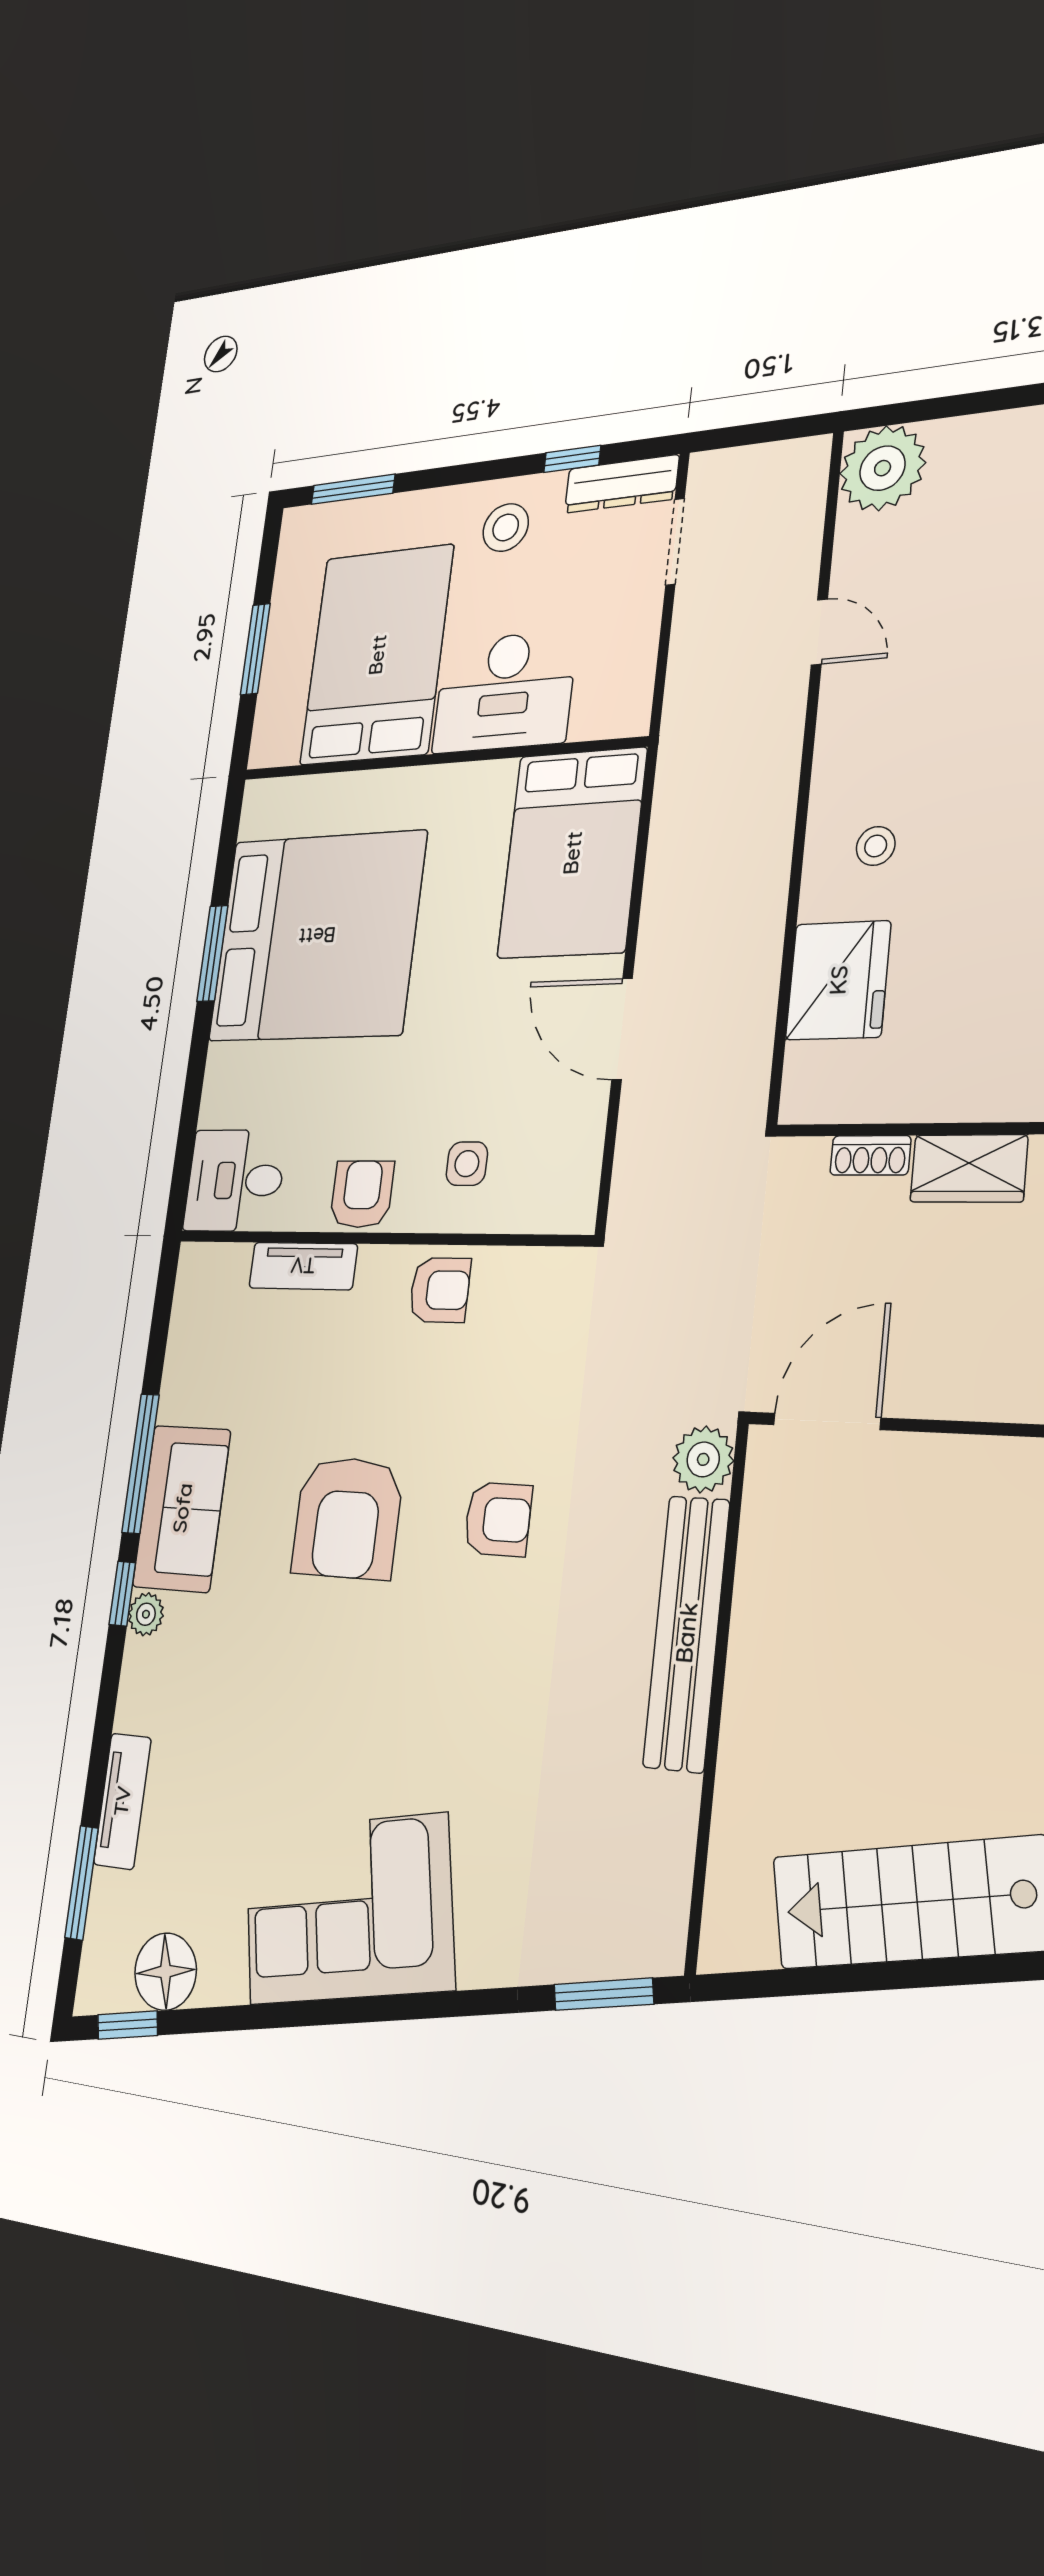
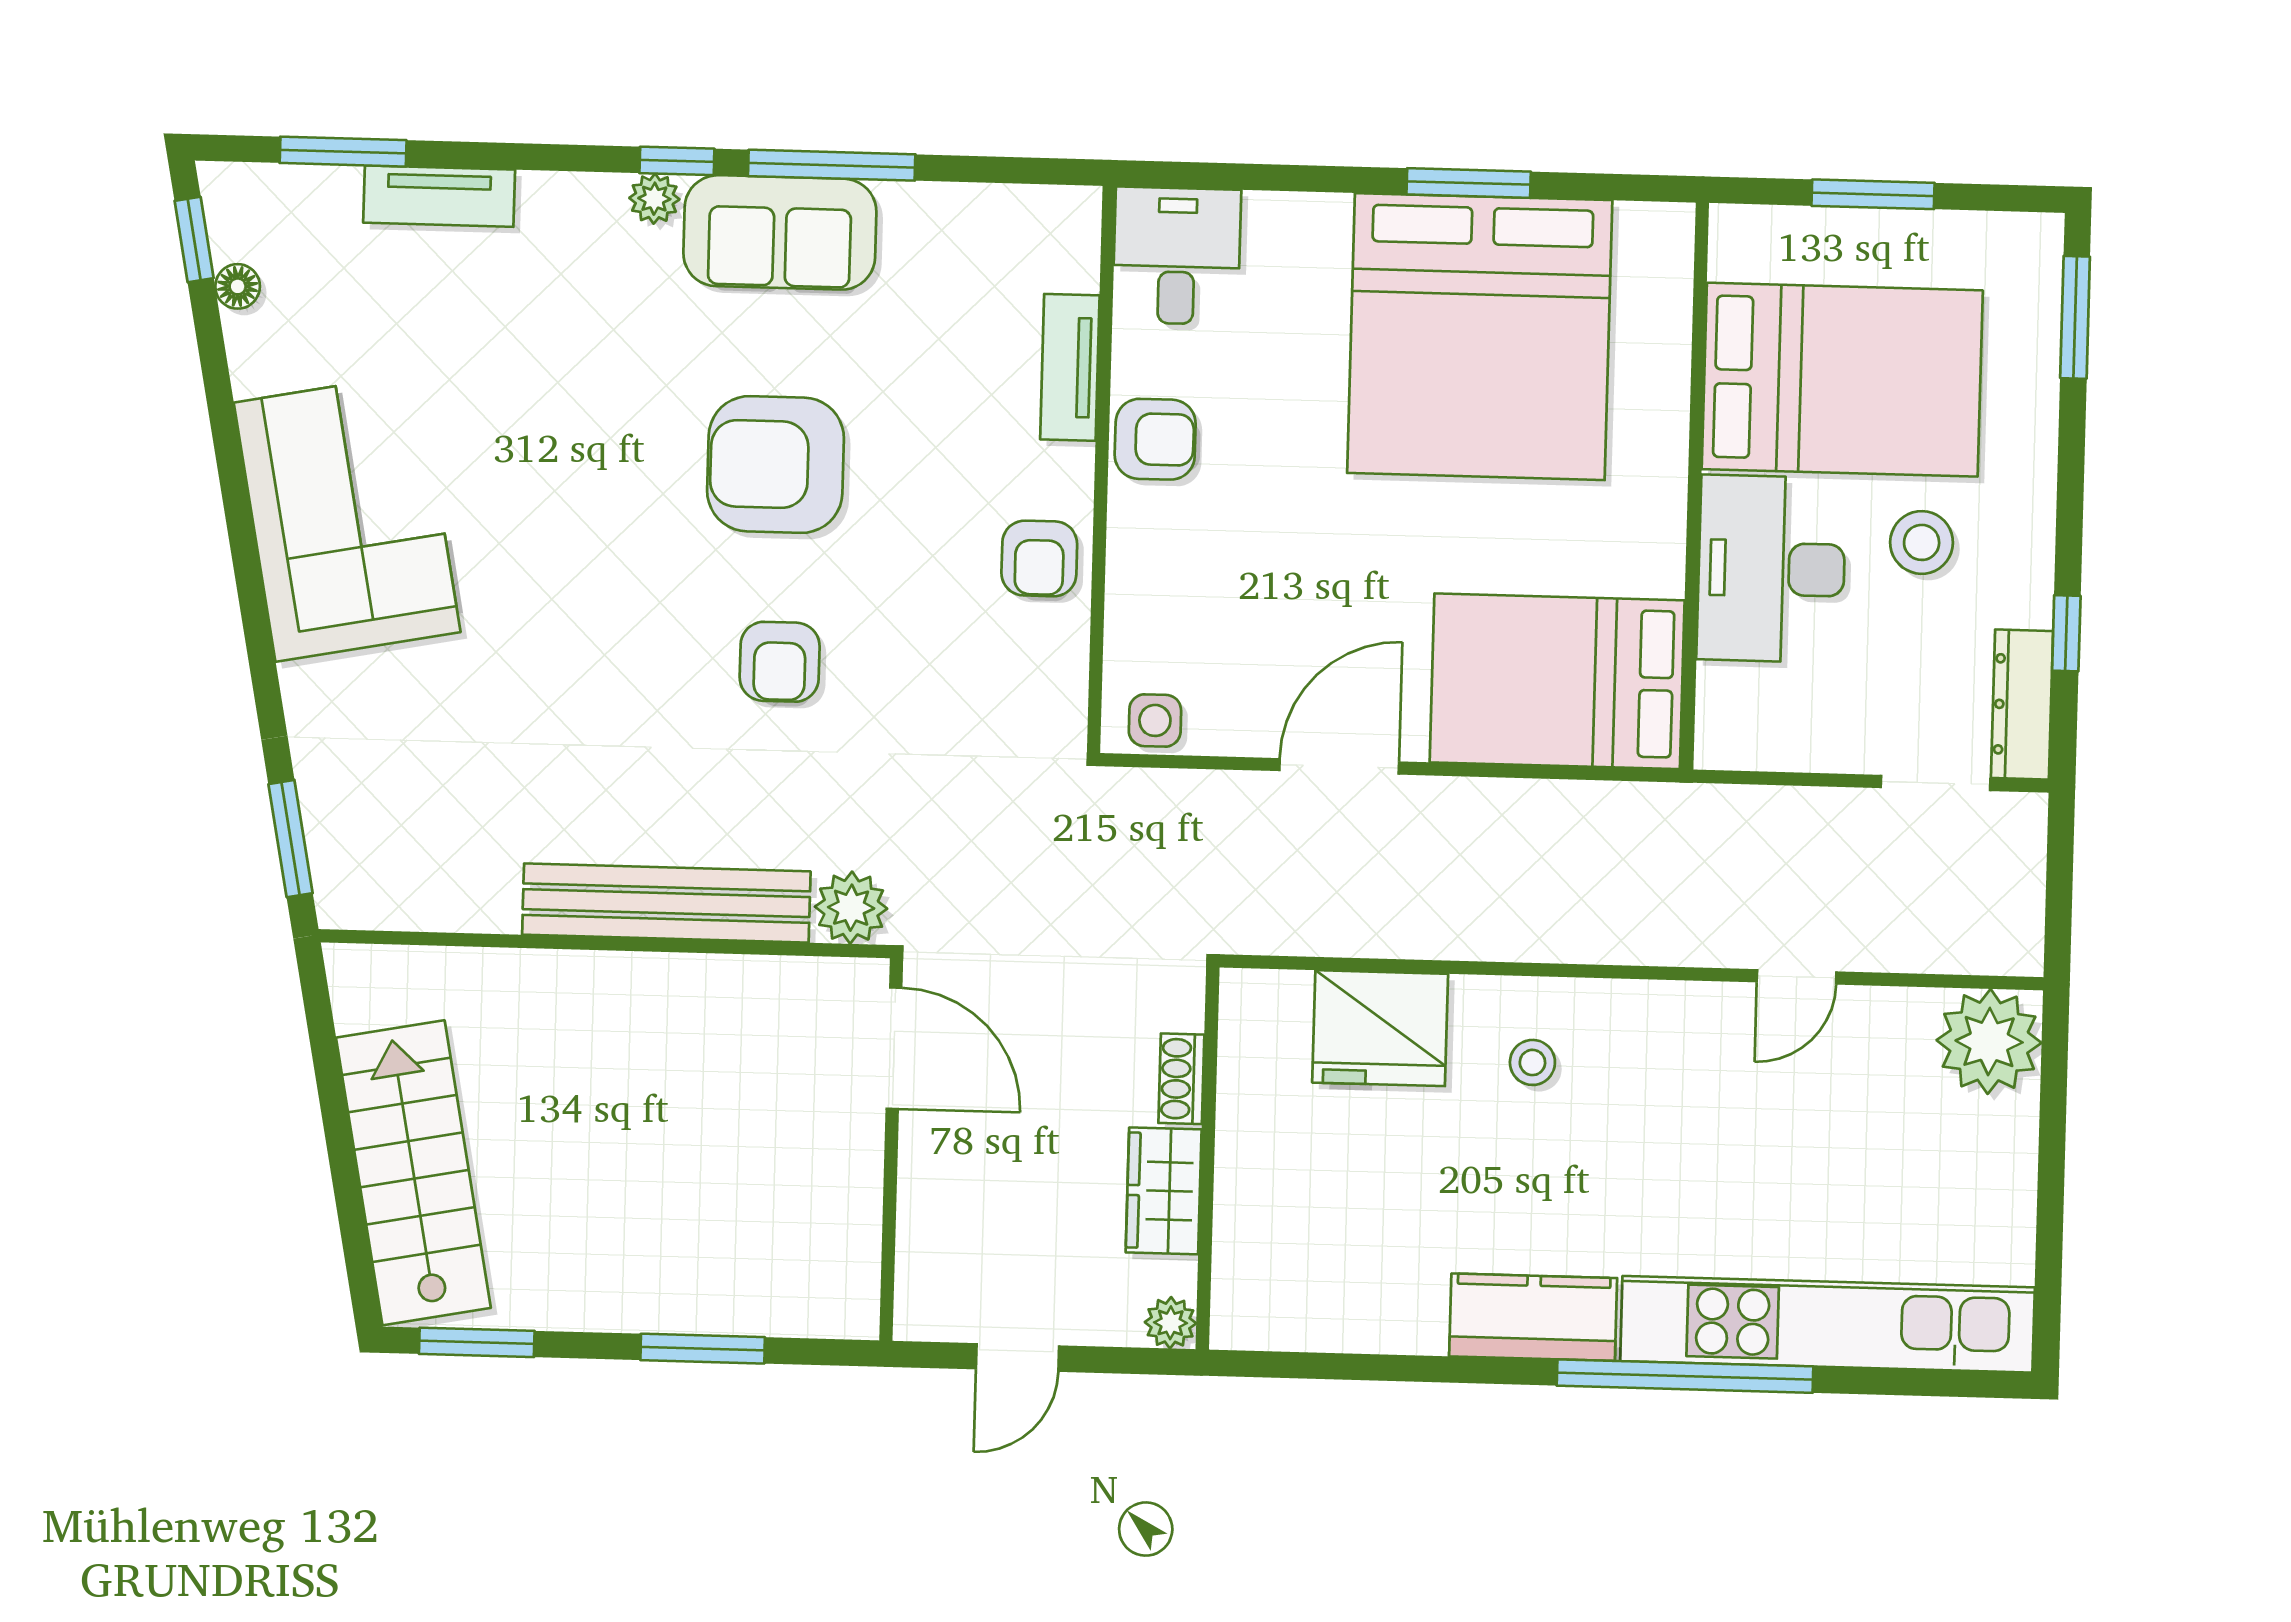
stool: (506, 527) -> (1922, 542), moved
side table: (467, 1164) -> (1155, 720), moved
floor lamp: (165, 1972) -> (238, 286), width x0.53, depth x0.53

